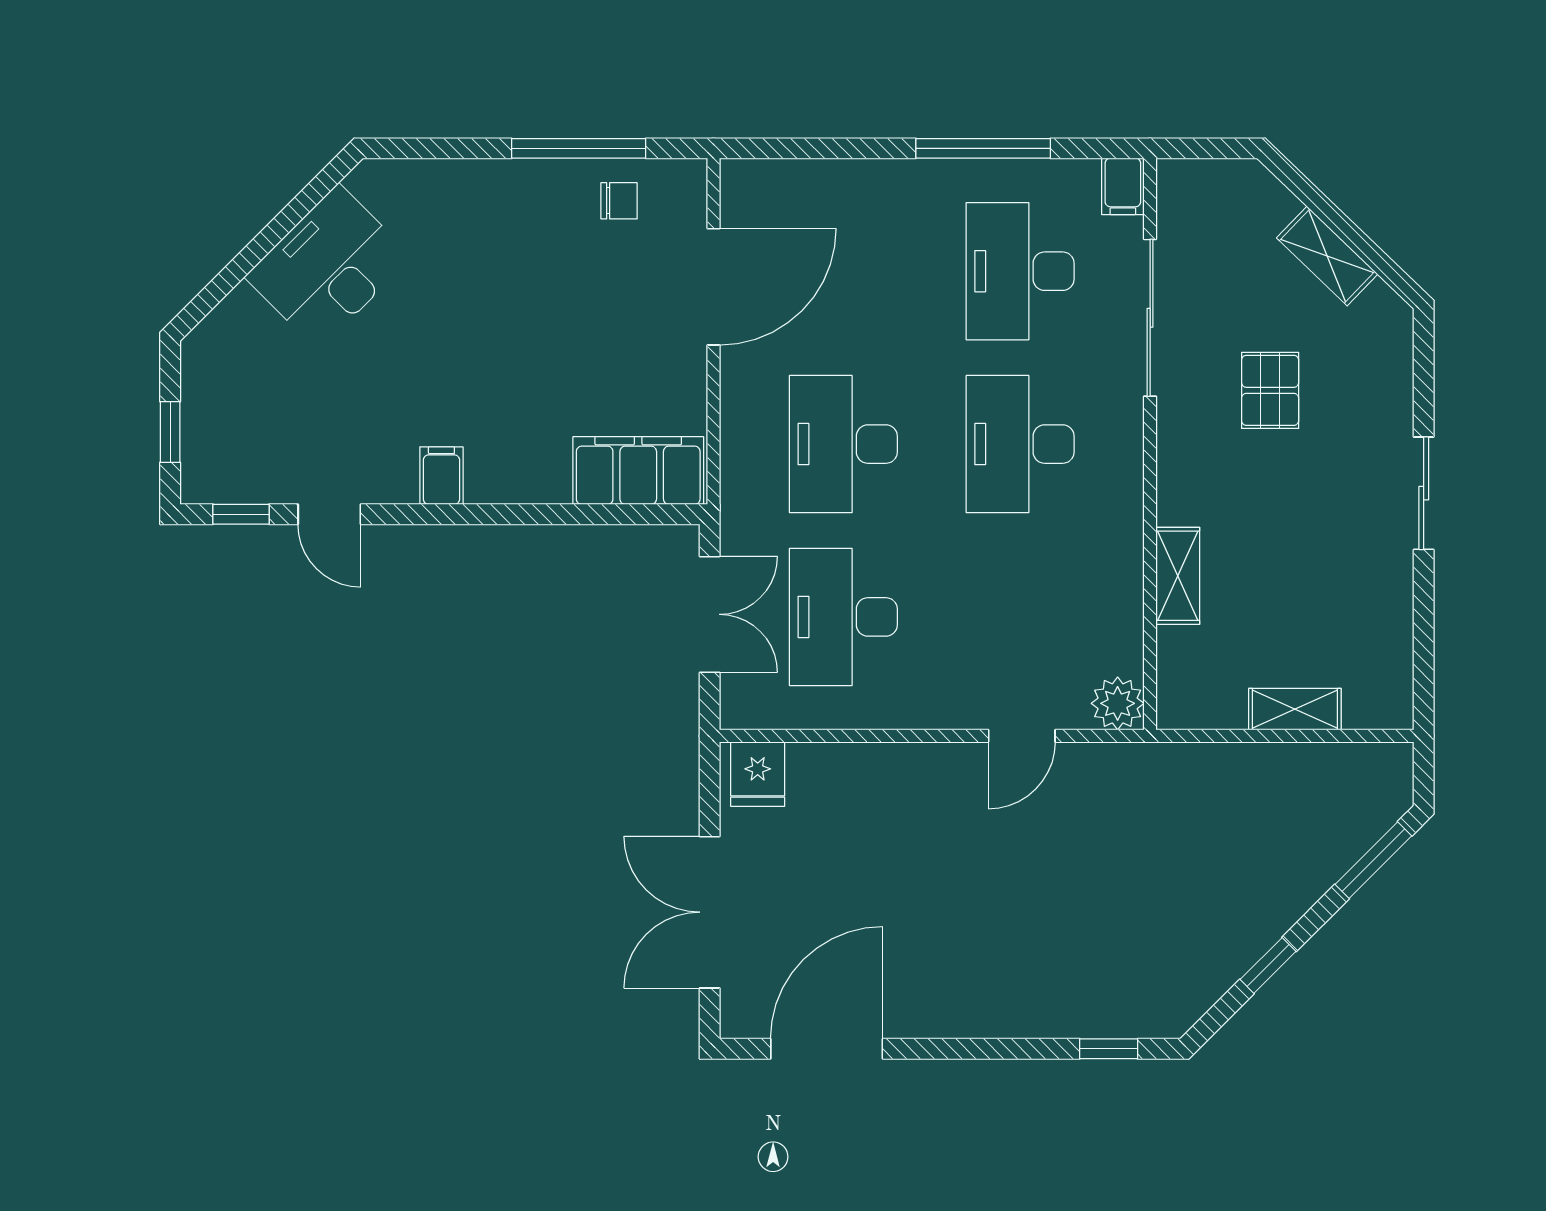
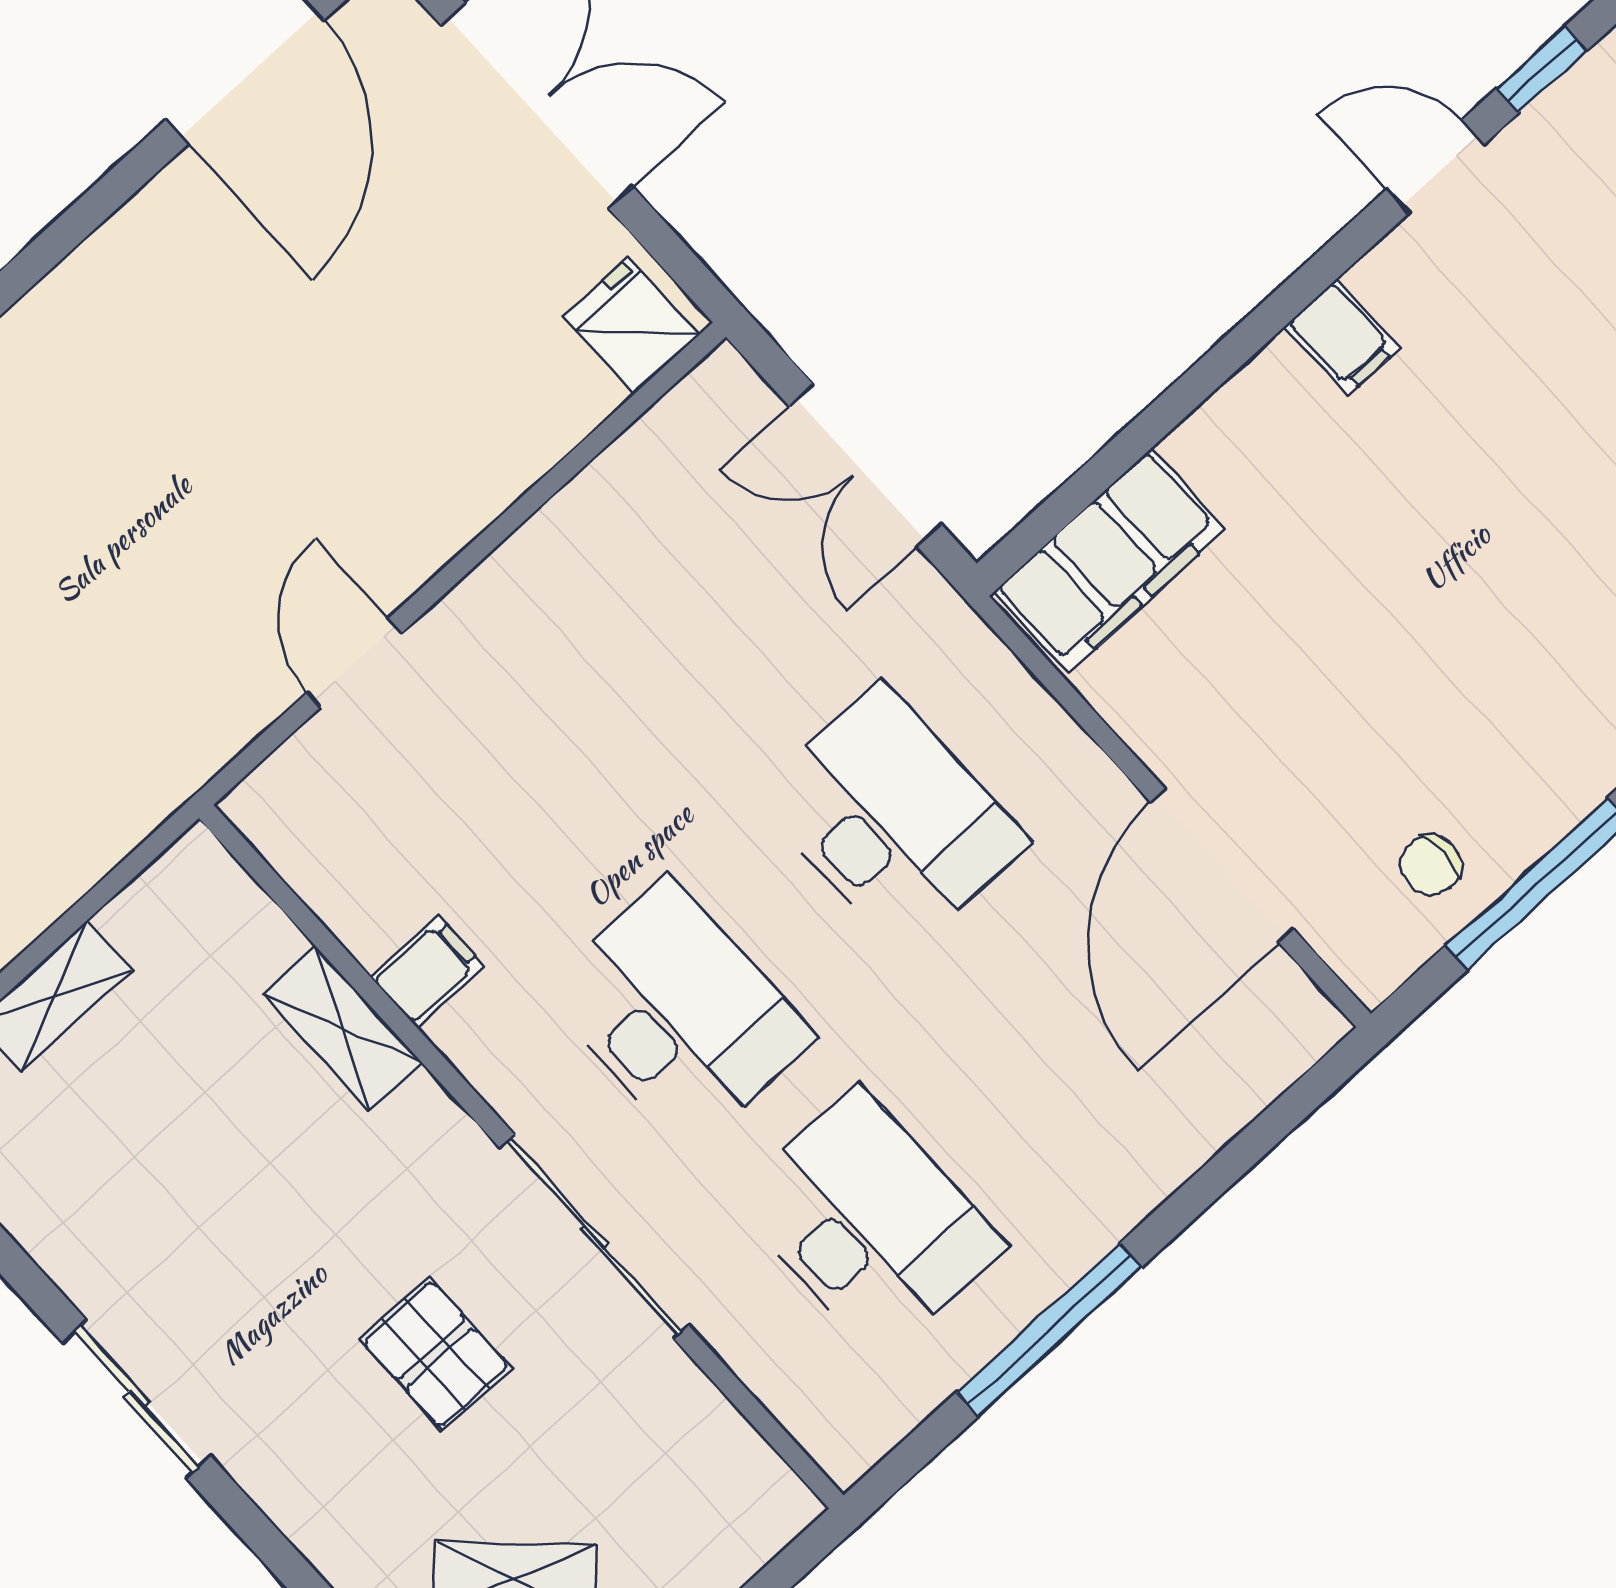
filing cabinet: (1123, 186) -> (427, 971), moved, turned 90
sliding door: (1150, 318) -> (594, 1237), moved
desk: (843, 617) -> (701, 610), removed
plant: (1118, 703) -> (274, 808), removed

